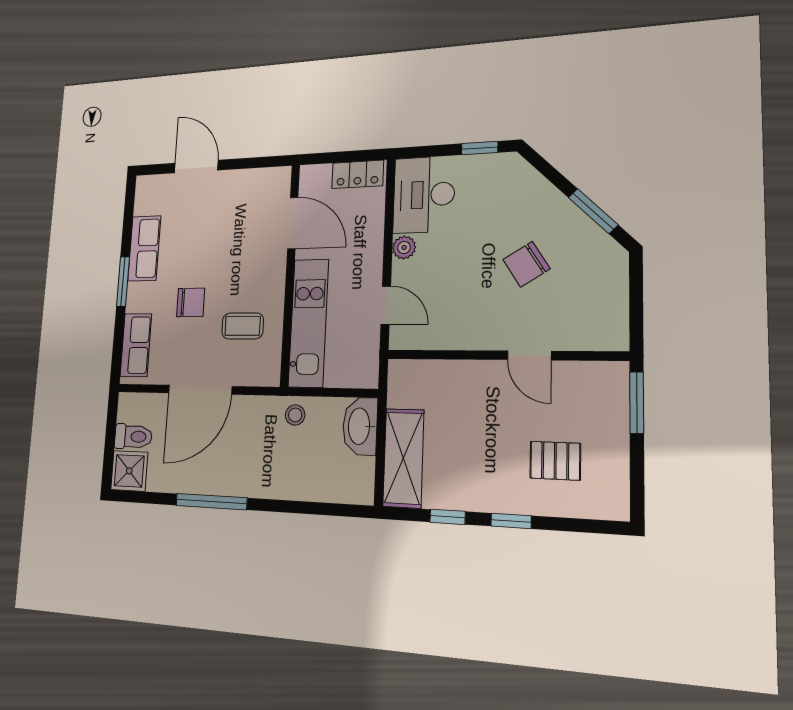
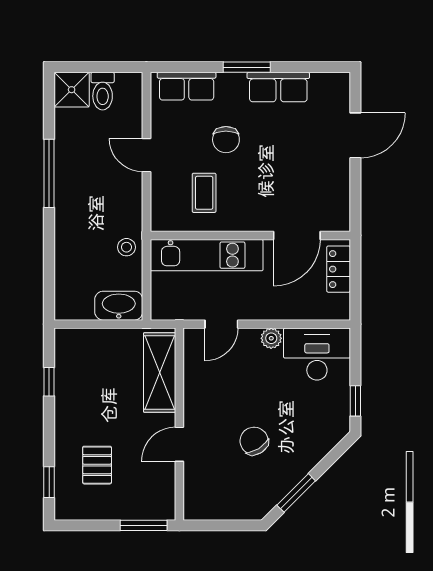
locker: (358, 174) -> (339, 269), moved
door: (200, 390) -> (146, 155), width x0.53
shelving: (403, 458) -> (160, 372), moved, turned 90
window: (511, 521) -> (49, 482), moved

